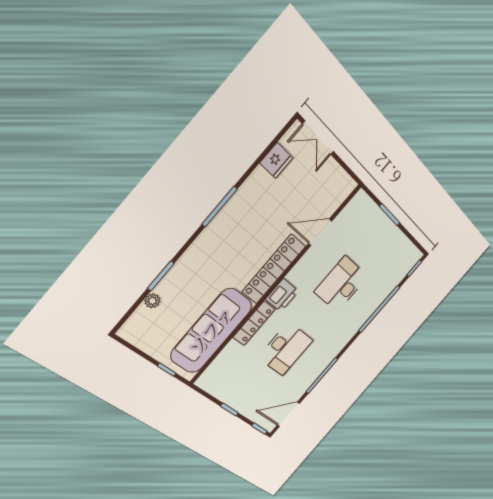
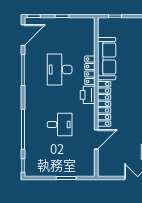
desk: (341, 284) -> (60, 125), width x0.73
sofa: (211, 331) -> (107, 59), width x0.74, depth x0.79

